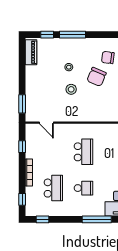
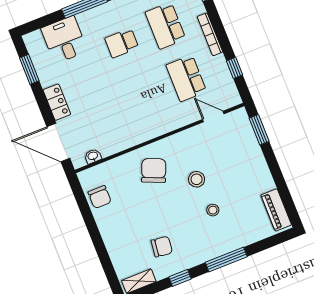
window: (47, 35) -> (180, 278), moved
chair: (97, 77) -> (154, 170), moved
school desk: (83, 152) -> (186, 78), moved

